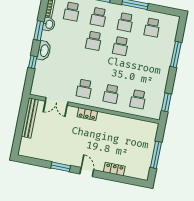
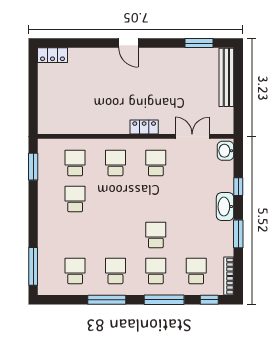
washbasin: (49, 24) -> (226, 151), moved
school desk: (121, 46) -> (75, 199), moved
window: (176, 54) -> (33, 266), moved
bench: (30, 118) -> (226, 77), moved
window: (156, 155) -> (33, 88), removed
window: (61, 167) -> (199, 43), moved
locker: (114, 169) -> (53, 55), moved

